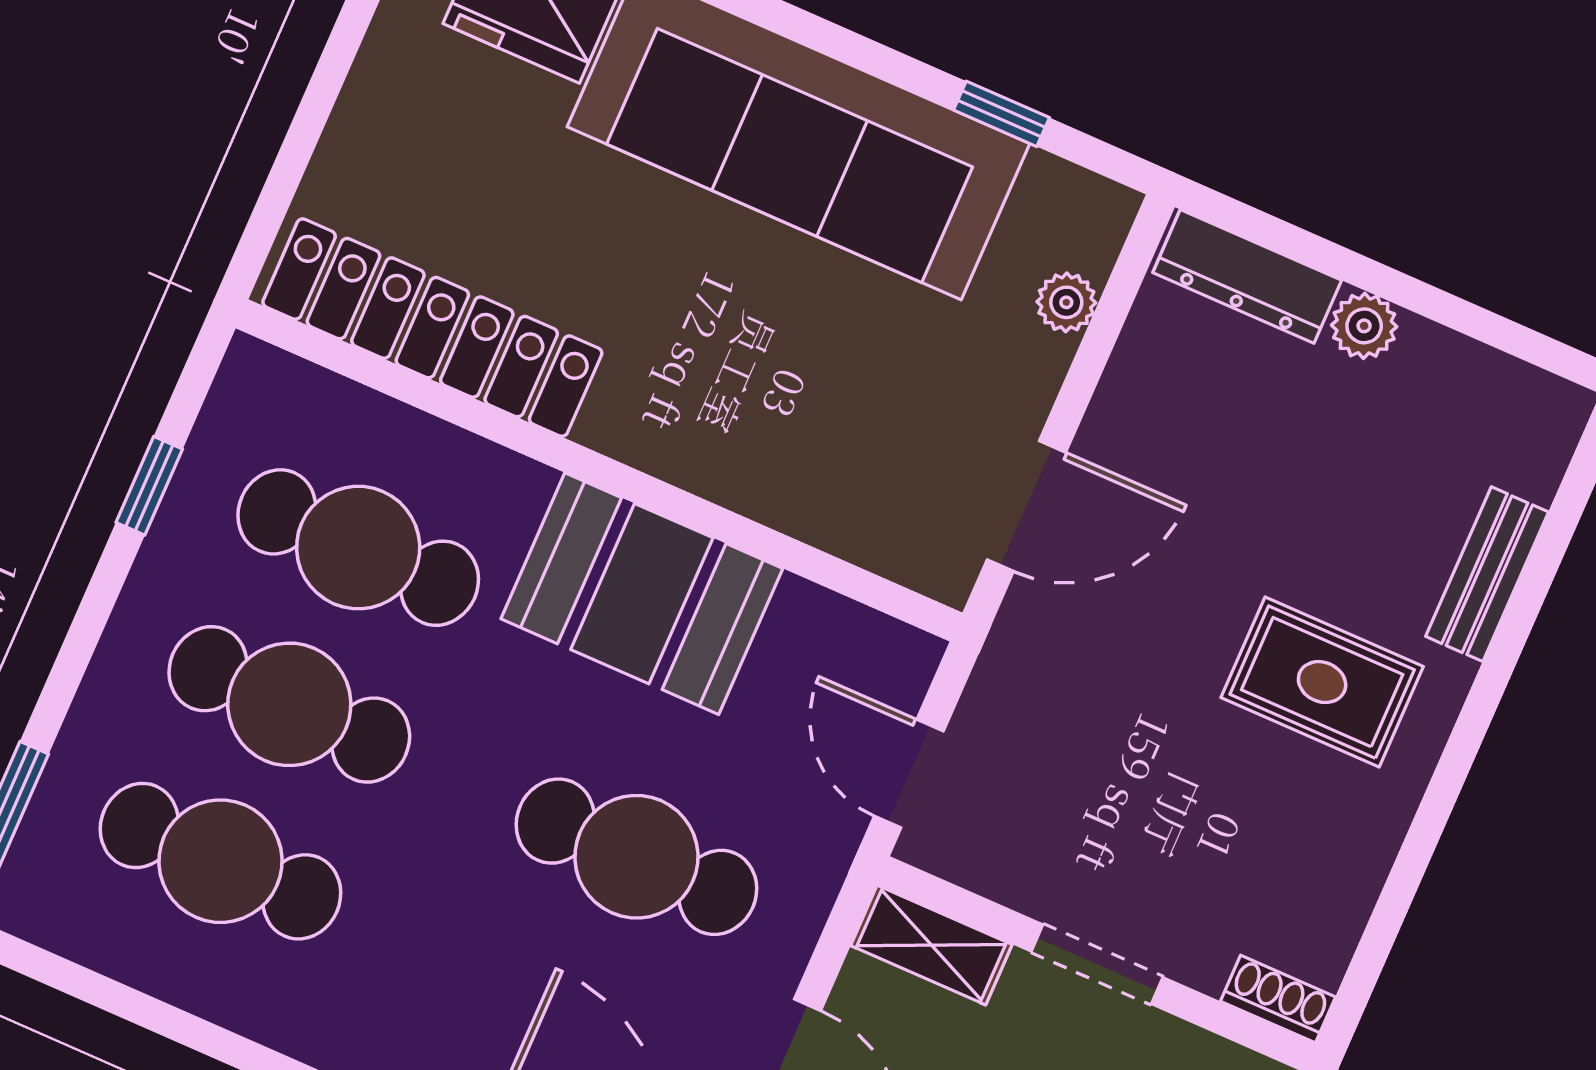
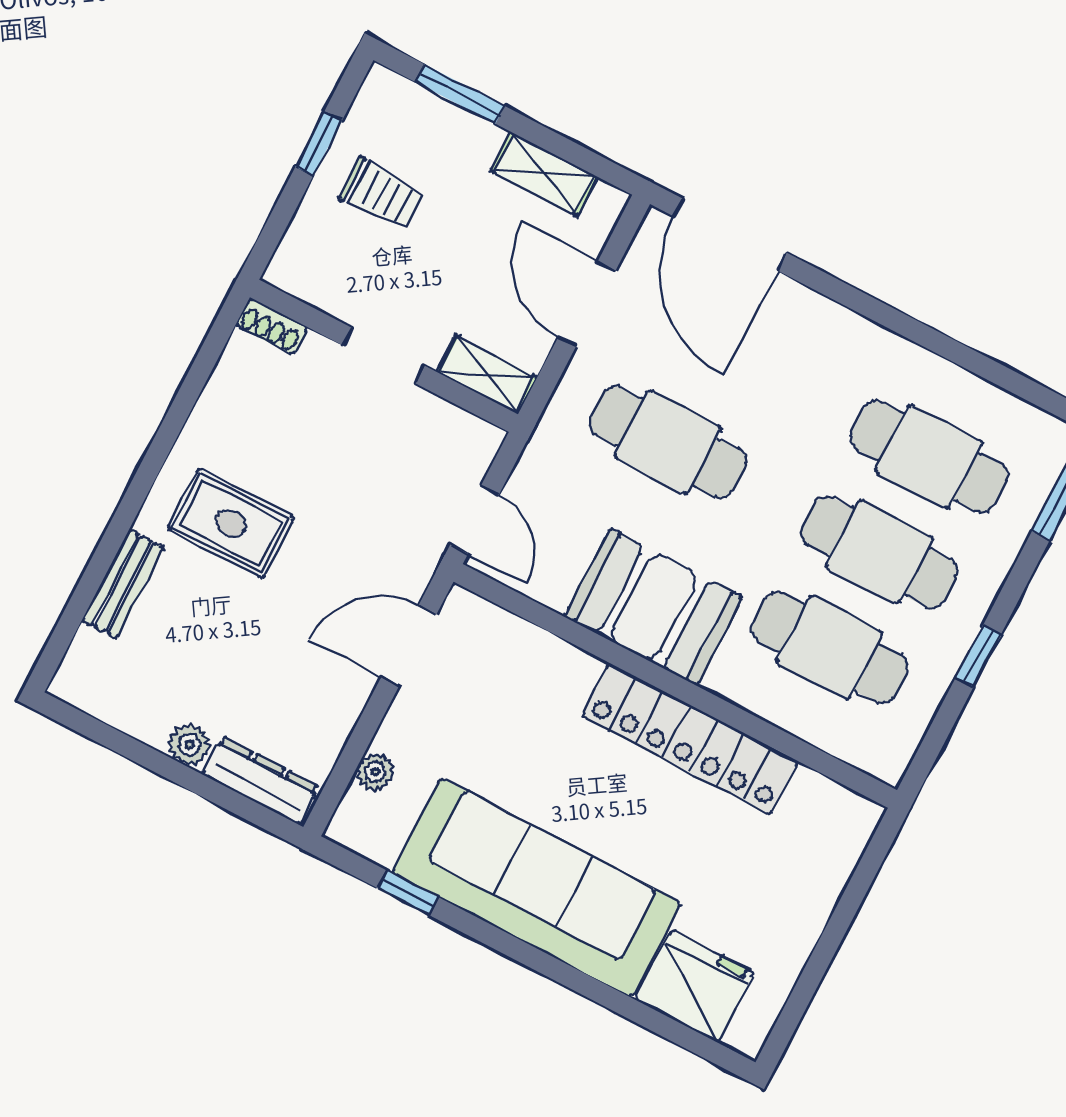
locker: (432, 328) -> (690, 739), moved
window: (149, 486) -> (978, 656), moved
door: (909, 774) -> (474, 520), moved

